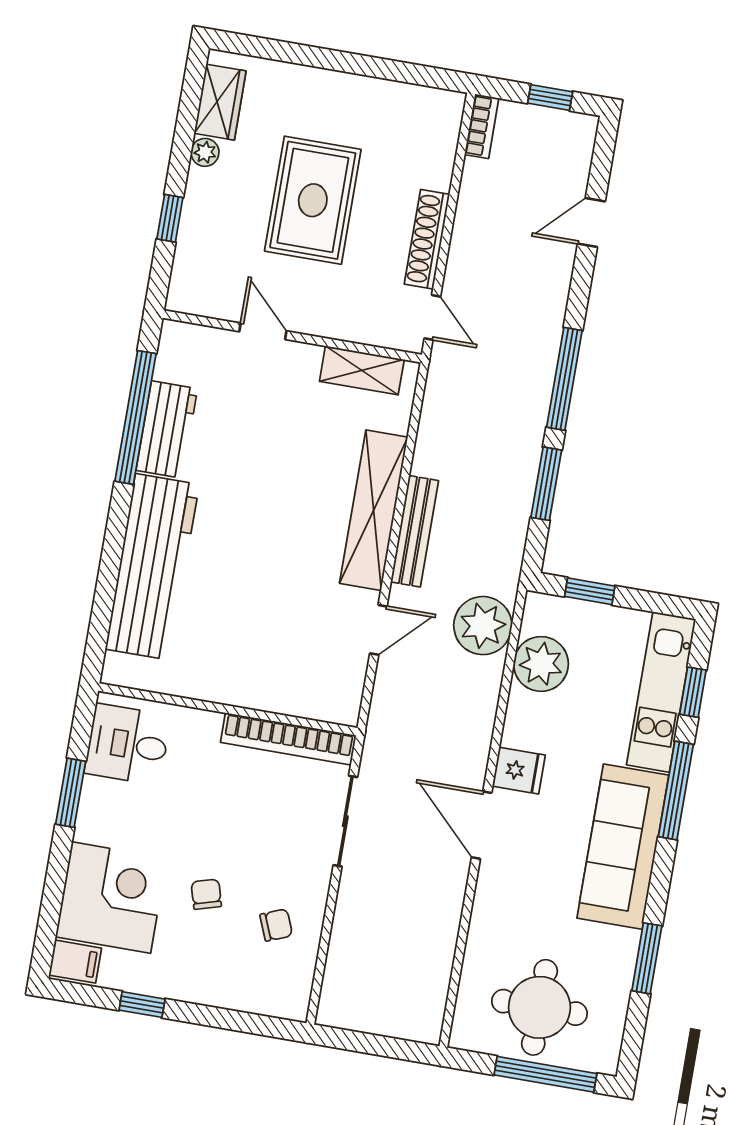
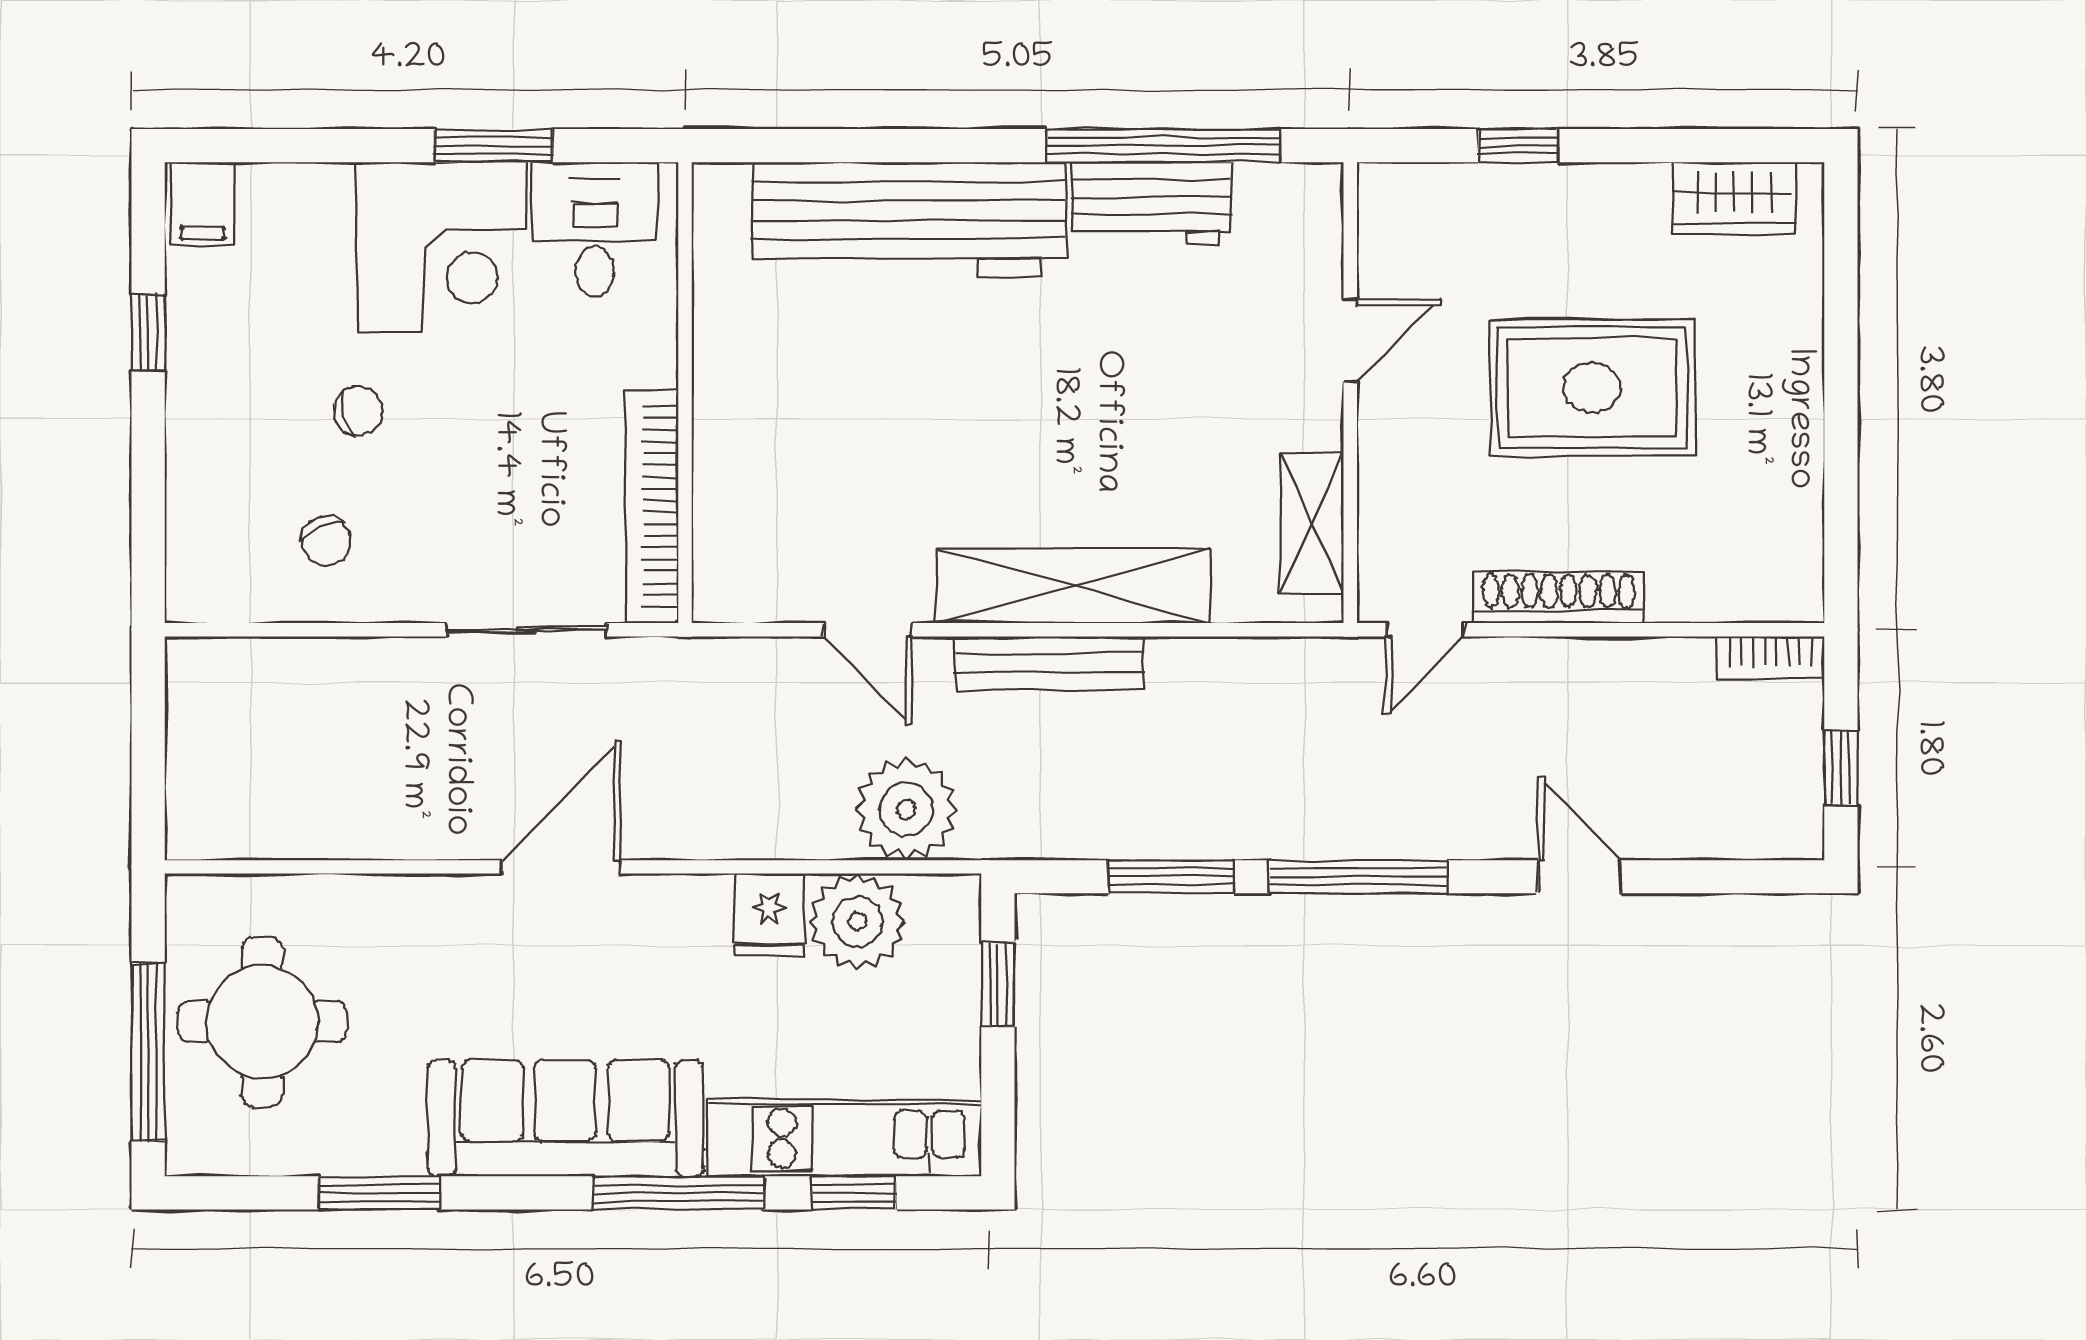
plant: (205, 152) -> (1643, 187), removed
door: (591, 223) -> (1579, 877), moved
fridge: (519, 771) -> (769, 915), moved
corner desk: (111, 898) -> (441, 247), moved

